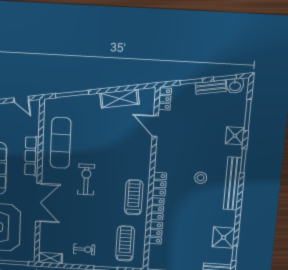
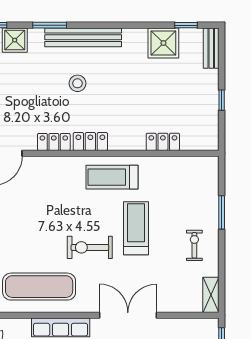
locker: (157, 209) -> (54, 142), moved
treadmill: (125, 243) -> (136, 228), moved, turned 90

